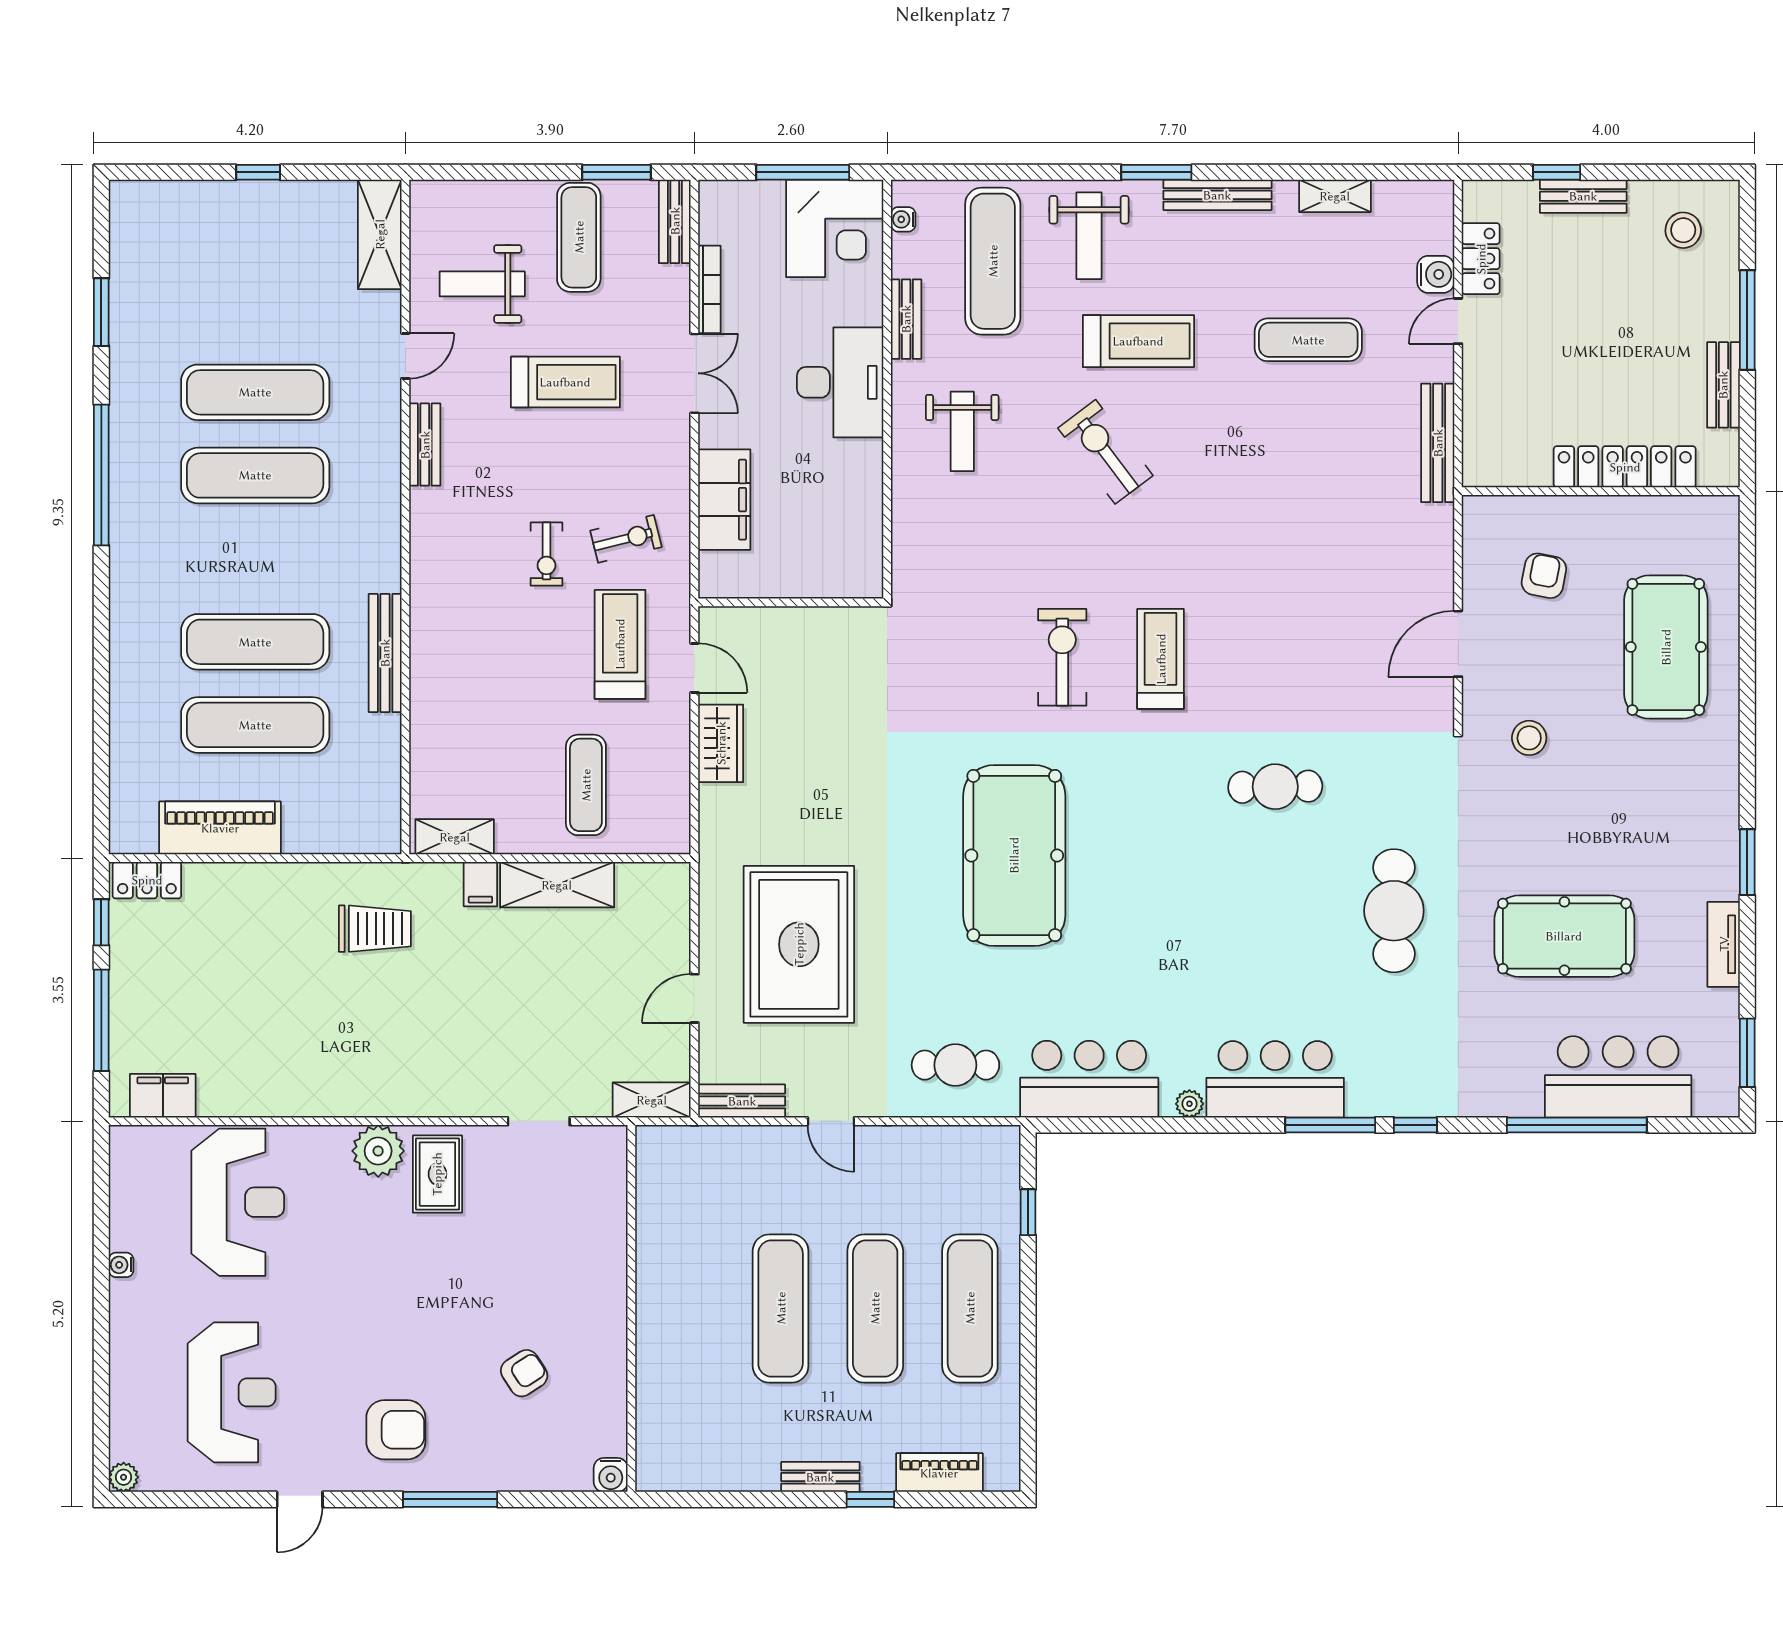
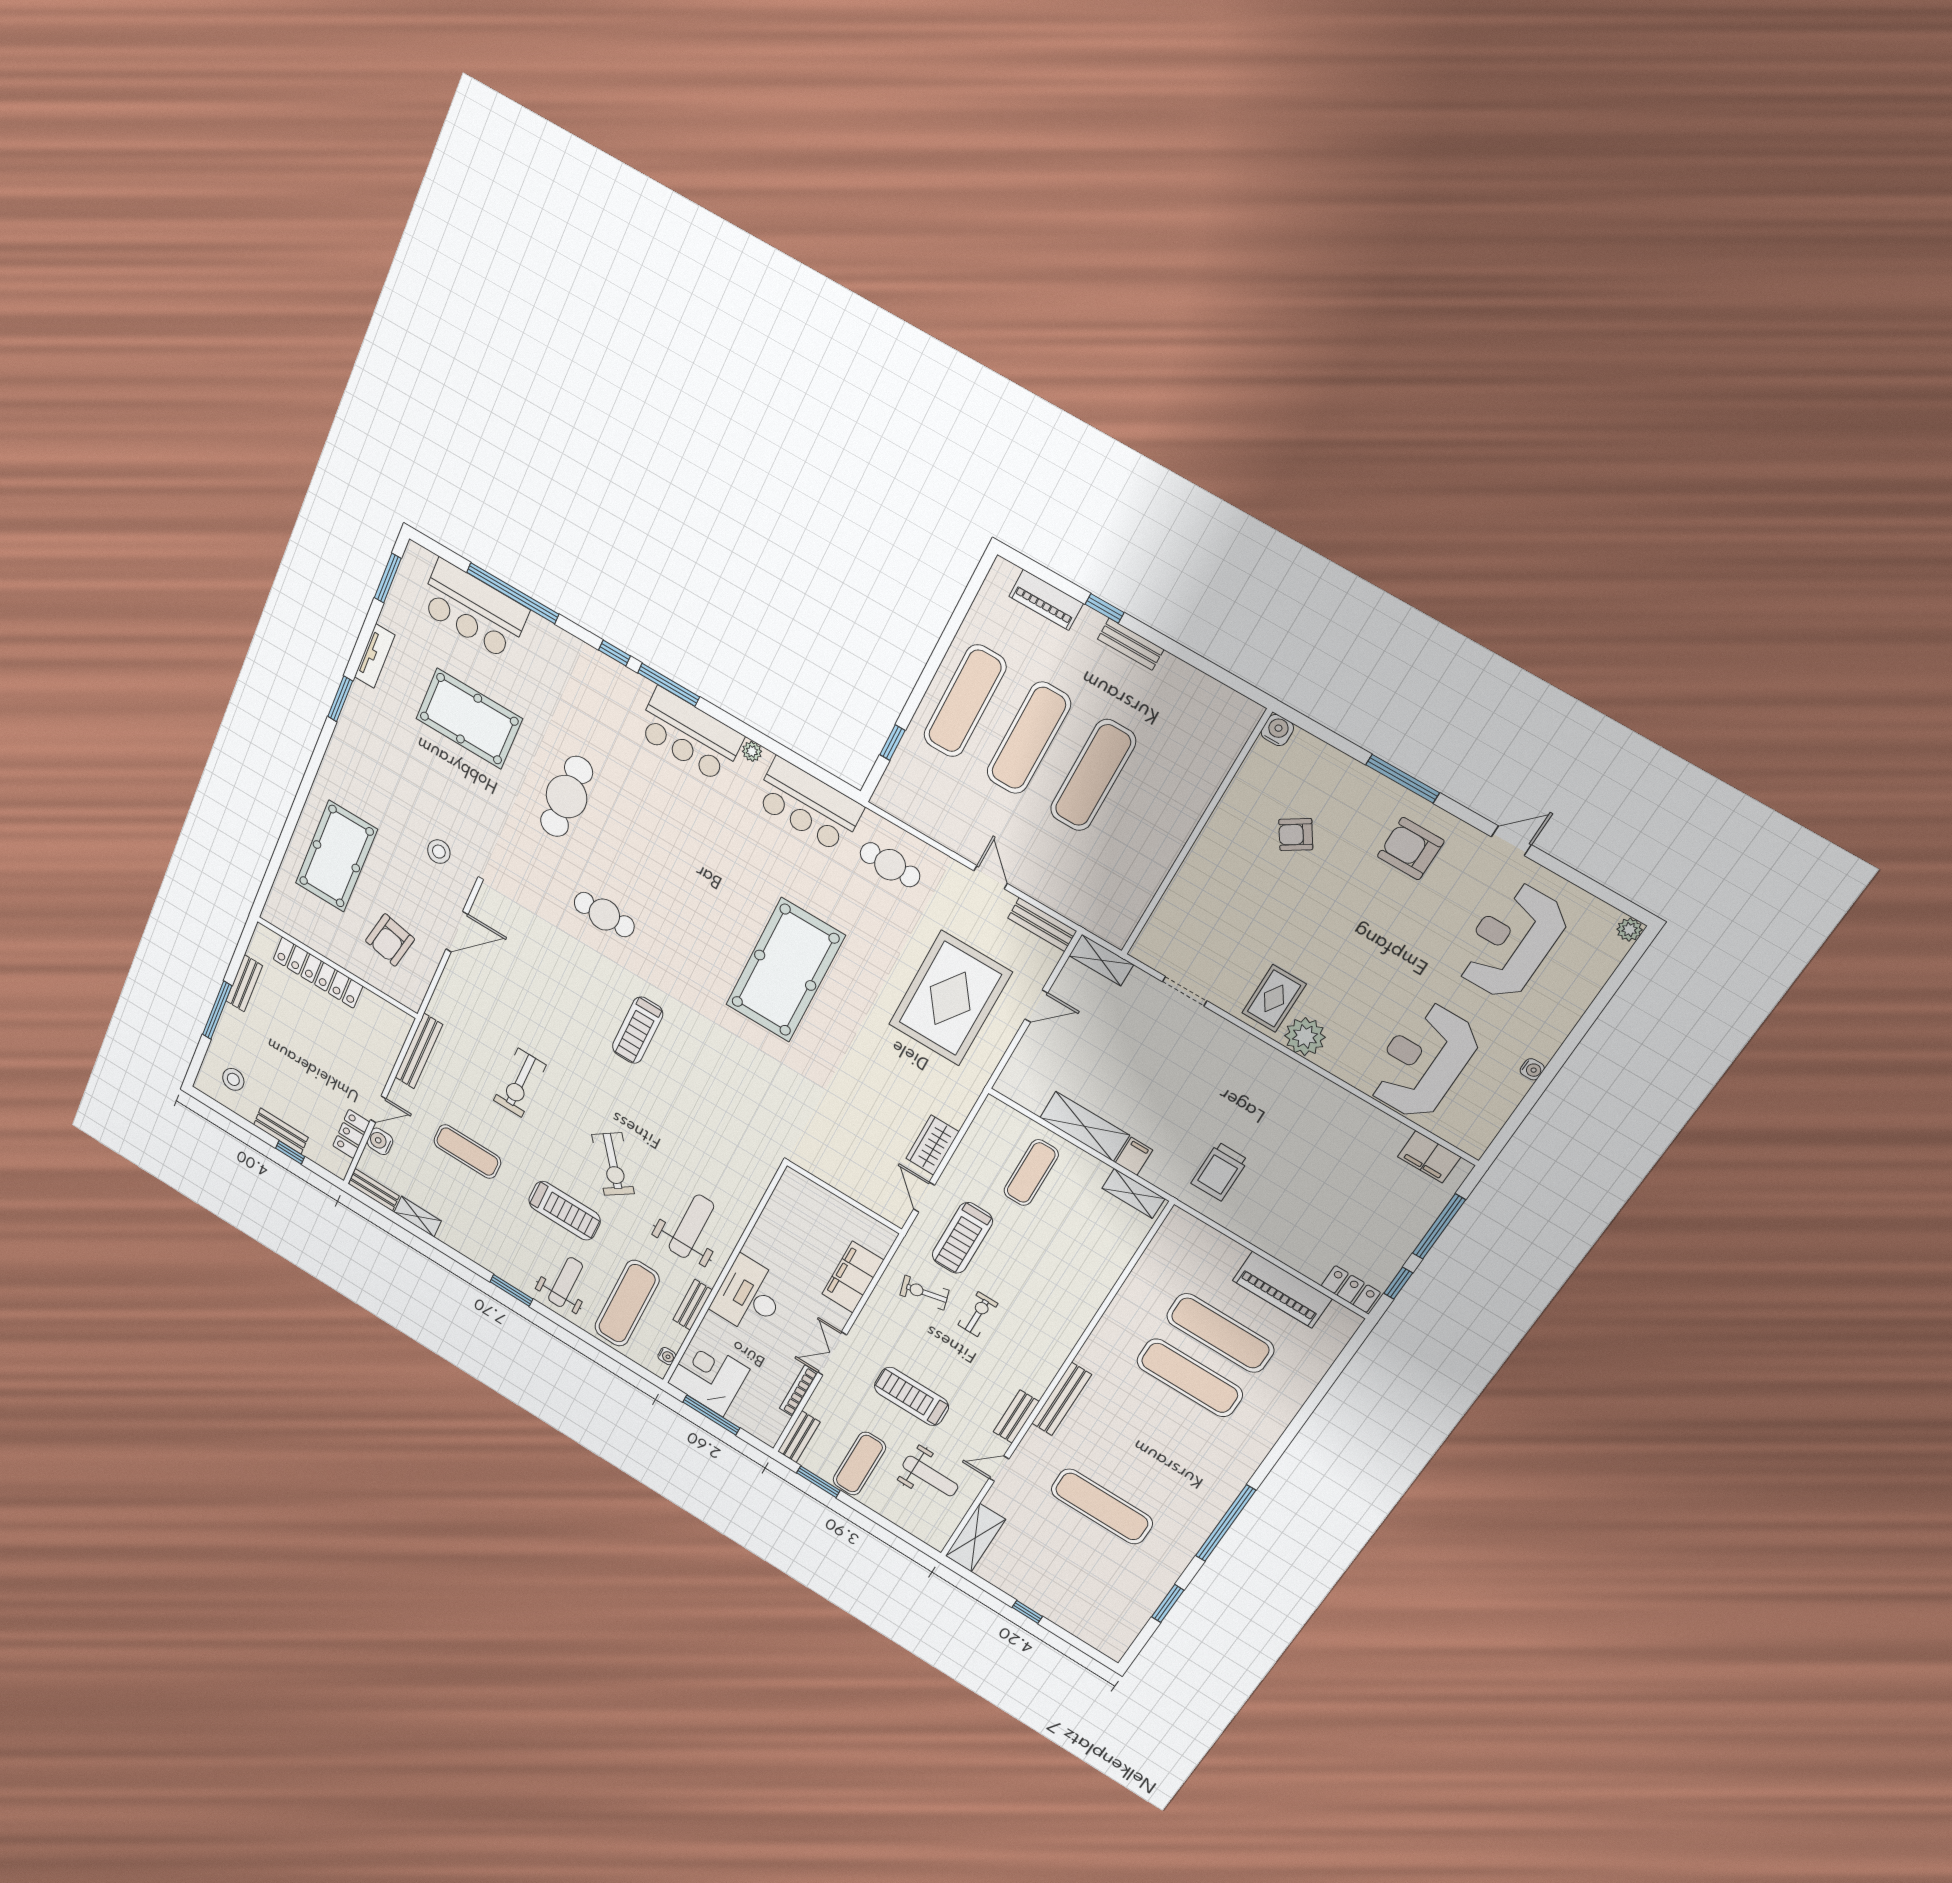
bench: (1217, 195) -> (374, 1190), moved, width x0.73
treadmill: (1138, 341) -> (565, 1211), turned 180
weight bench: (962, 431) -> (691, 1226), width x1.36, depth x1.33
exercise mat: (255, 475) -> (1130, 1465), removed
armchair: (1544, 576) -> (390, 940), width x1.38, depth x1.38
bench: (385, 653) -> (1062, 1399), moved
exercise bike: (1062, 657) -> (520, 1083), moved
trolley: (375, 929) -> (1219, 1172), turned -90

